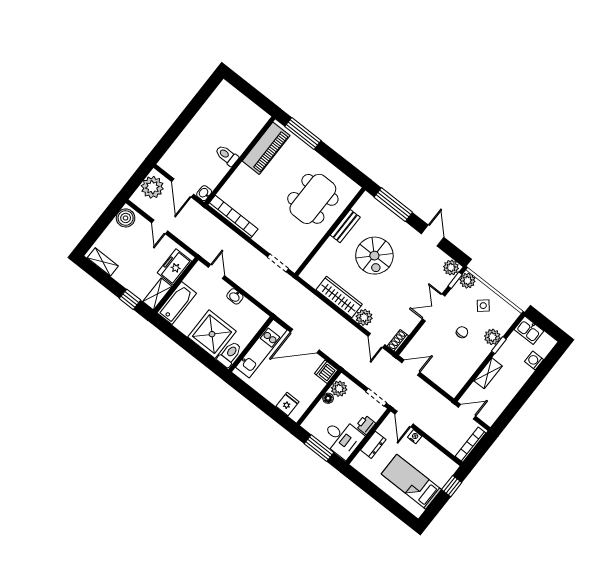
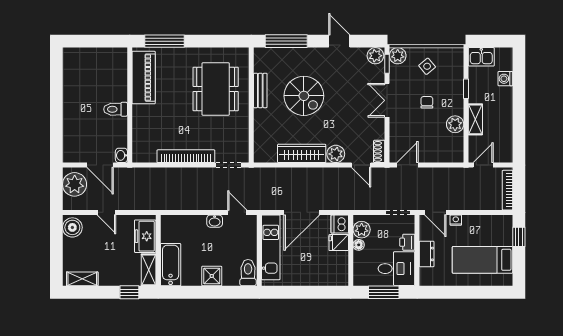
bookcase: (233, 217) -> (186, 156), moved
door: (217, 272) -> (237, 212), moved
shower: (212, 334) -> (212, 276), width x0.54, depth x0.54
plant: (492, 337) -> (455, 124), moved
fridge: (287, 404) -> (339, 243), moved, turned -90

